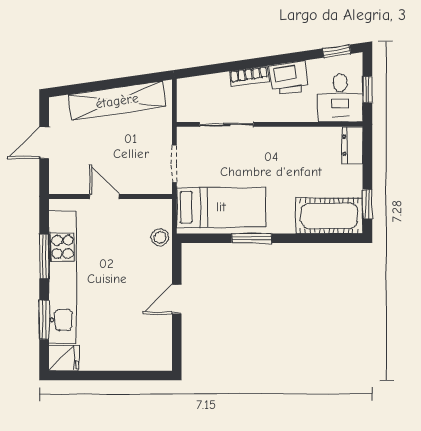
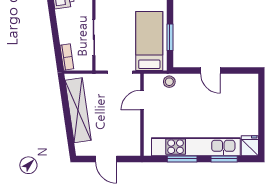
bookcase: (249, 76) -> (67, 57), moved
door: (104, 196) -> (142, 100), moved
window: (252, 238) -> (170, 37), moved

